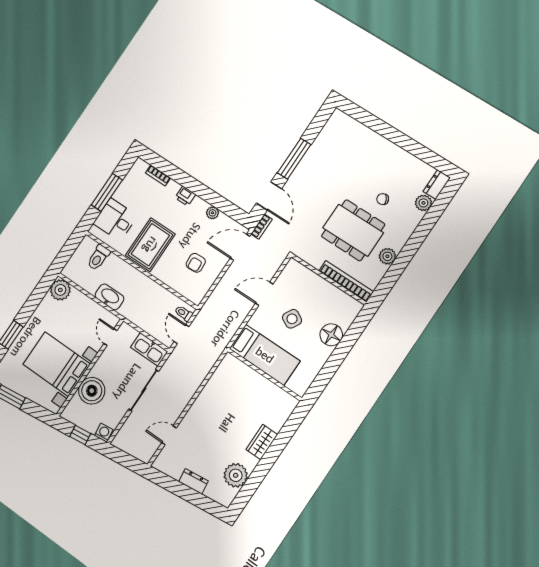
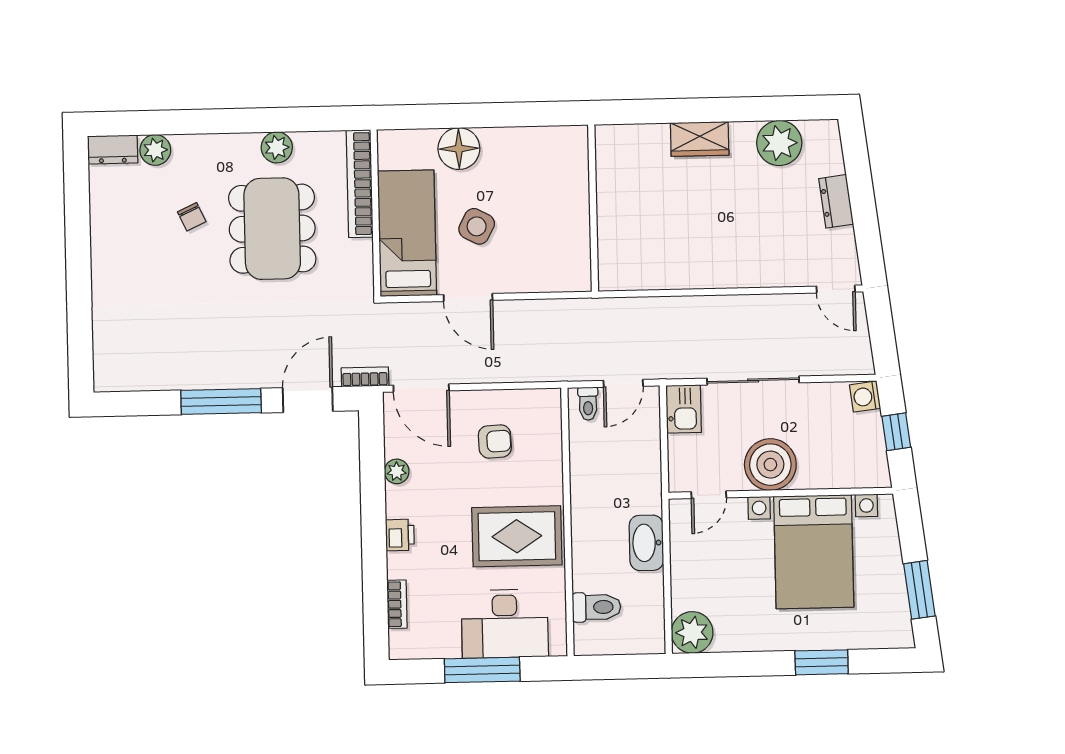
desk: (115, 220) -> (505, 624), width x1.37
kitchen sink: (149, 349) -> (684, 409), width x0.73
bed: (265, 355) -> (407, 233), moved
boiler: (92, 391) -> (770, 465), moved
door: (169, 435) -> (836, 289), moved

